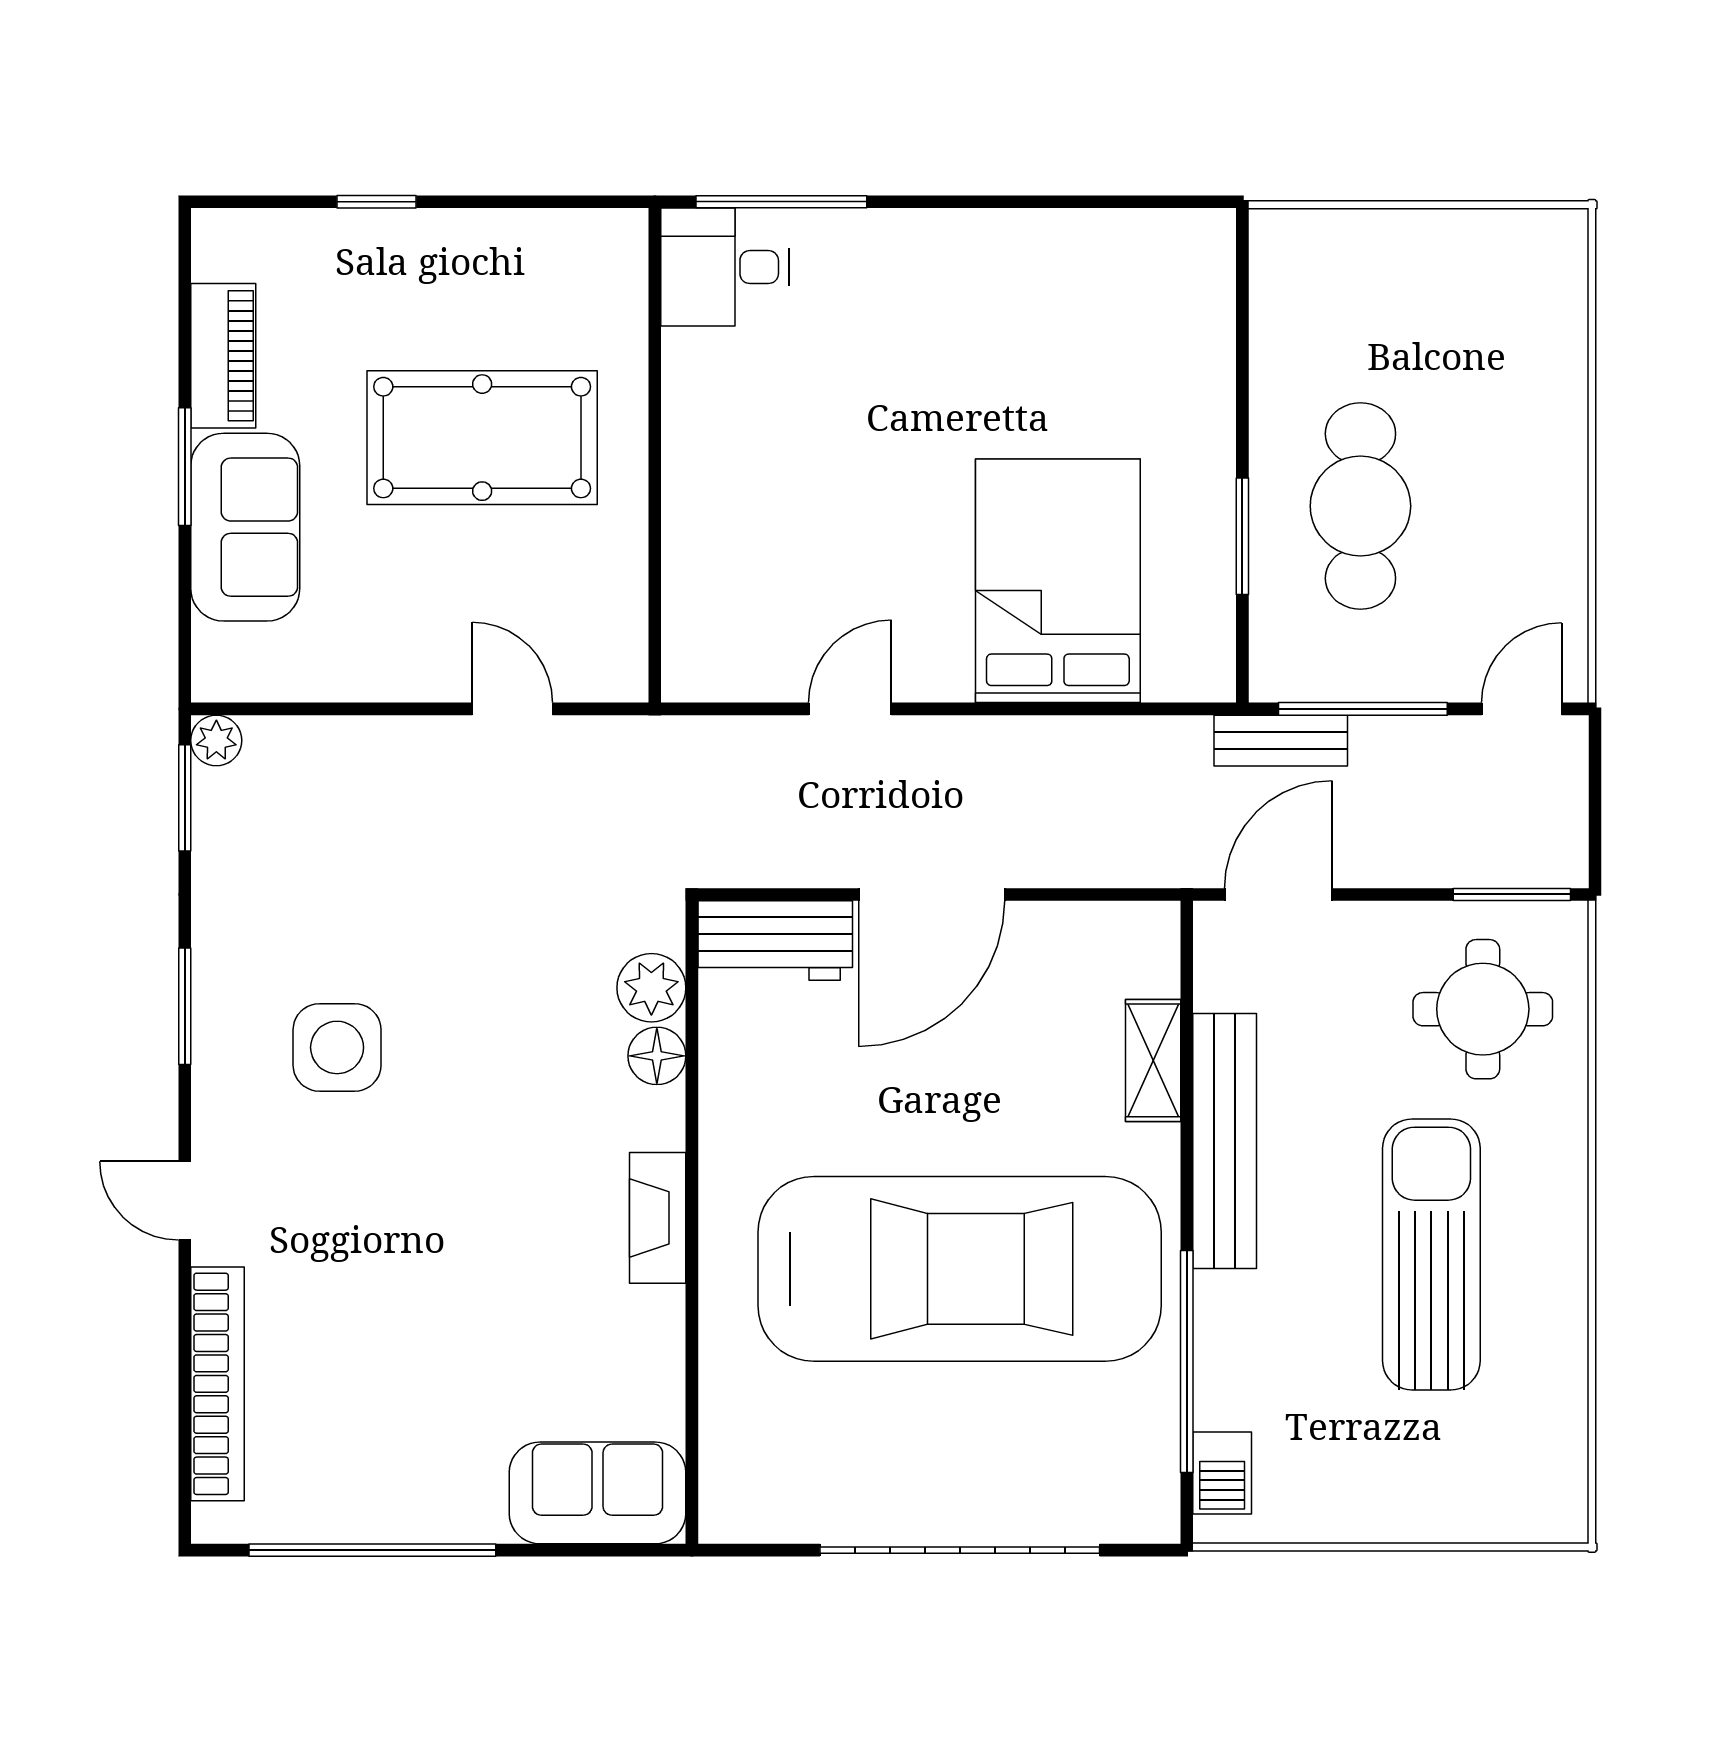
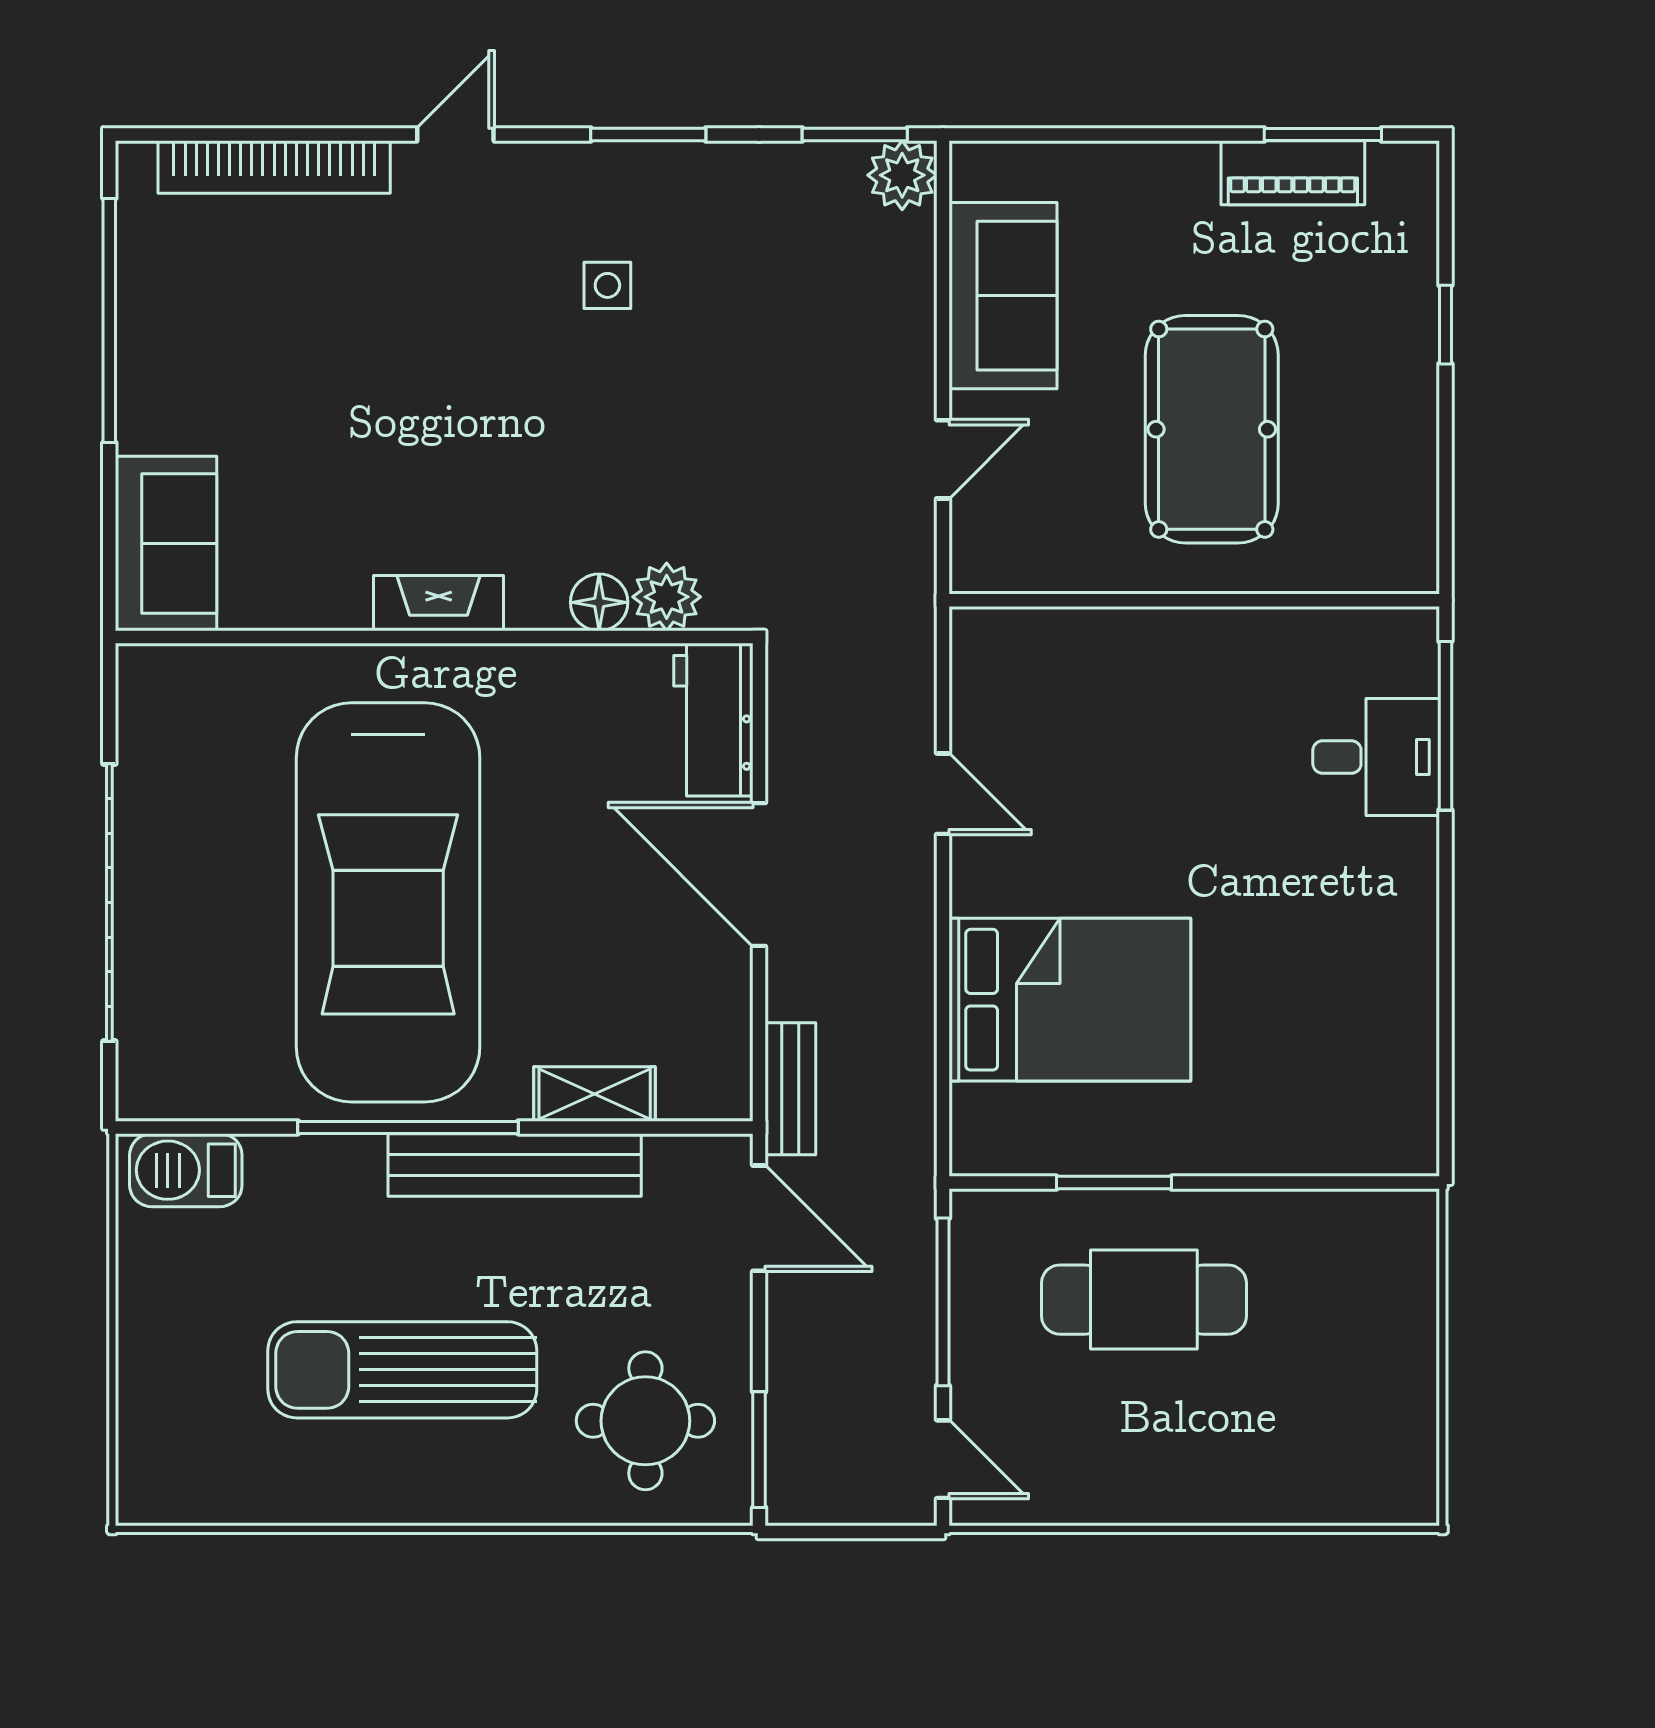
desk: (725, 267) -> (1376, 757), moved, turned 90
window: (185, 467) -> (1323, 134), moved
sofa: (245, 527) -> (1003, 296), moved, turned -90
plant: (216, 740) -> (902, 175), width x1.38, depth x1.38
bench: (1281, 741) -> (790, 1089), moved
side table: (337, 1047) -> (607, 285), width x0.54, depth x0.54
sun lounger: (1431, 1254) -> (402, 1370), turned 180
window: (1187, 1362) -> (408, 1127), moved
barbecue: (1222, 1473) -> (186, 1170), width x1.38, depth x1.27

